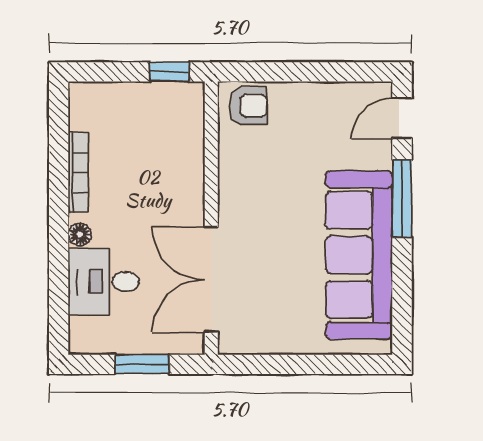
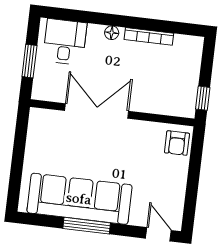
window: (402, 199) -> (87, 226), moved
double door: (211, 280) -> (97, 111), moved
desk: (104, 282) -> (65, 42), moved

